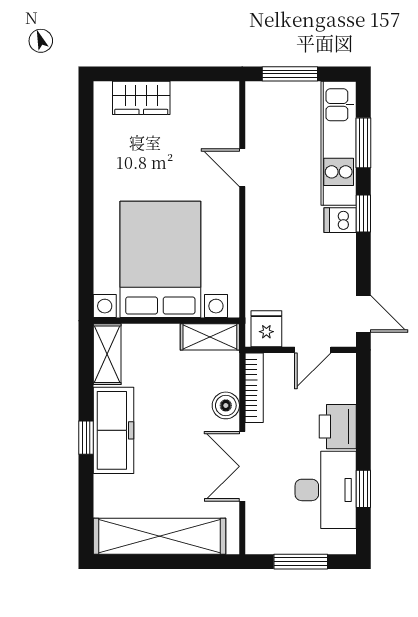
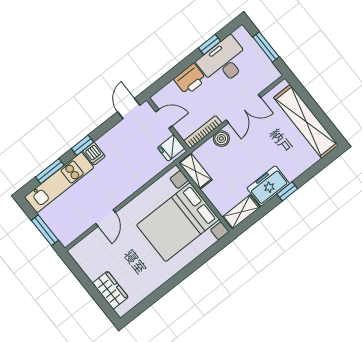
freezer: (113, 430) -> (268, 186), width x0.71

